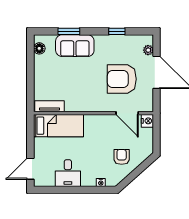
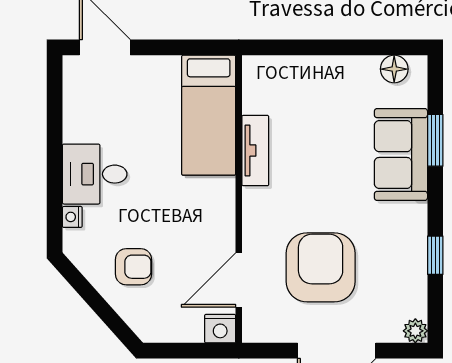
plant: (148, 50) -> (415, 331), moved
tv unit: (49, 106) -> (255, 151), moved
desk: (68, 173) -> (95, 174), moved

